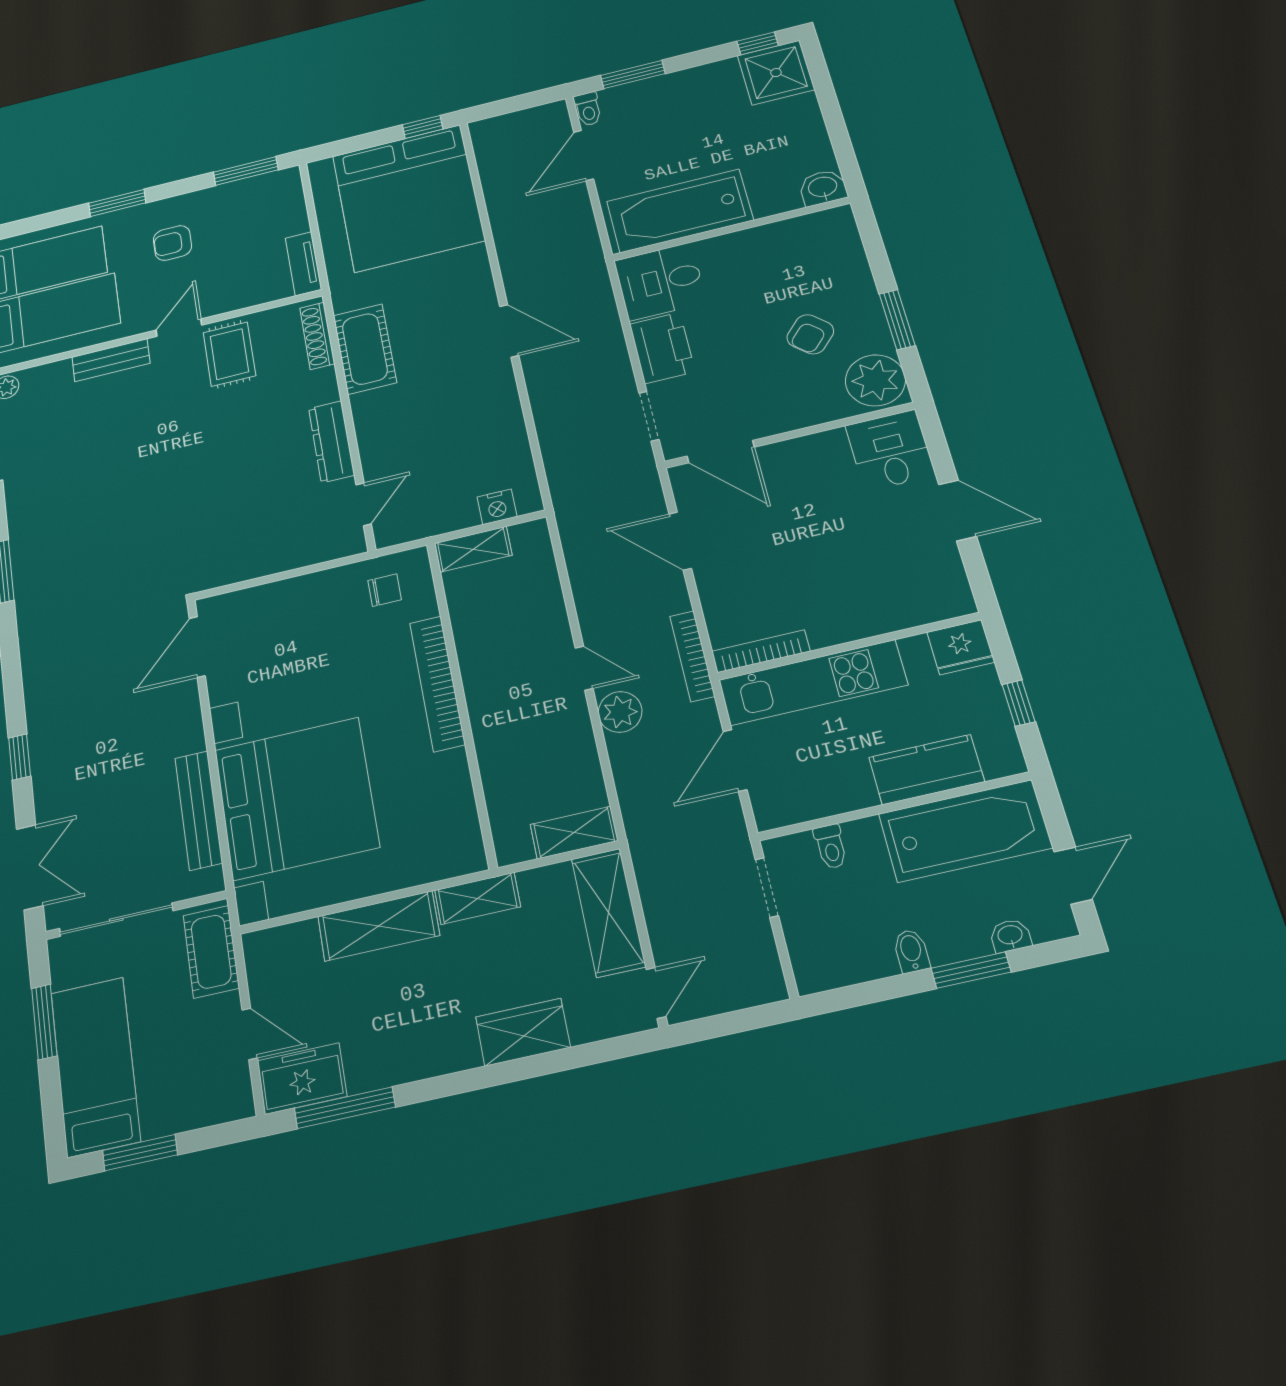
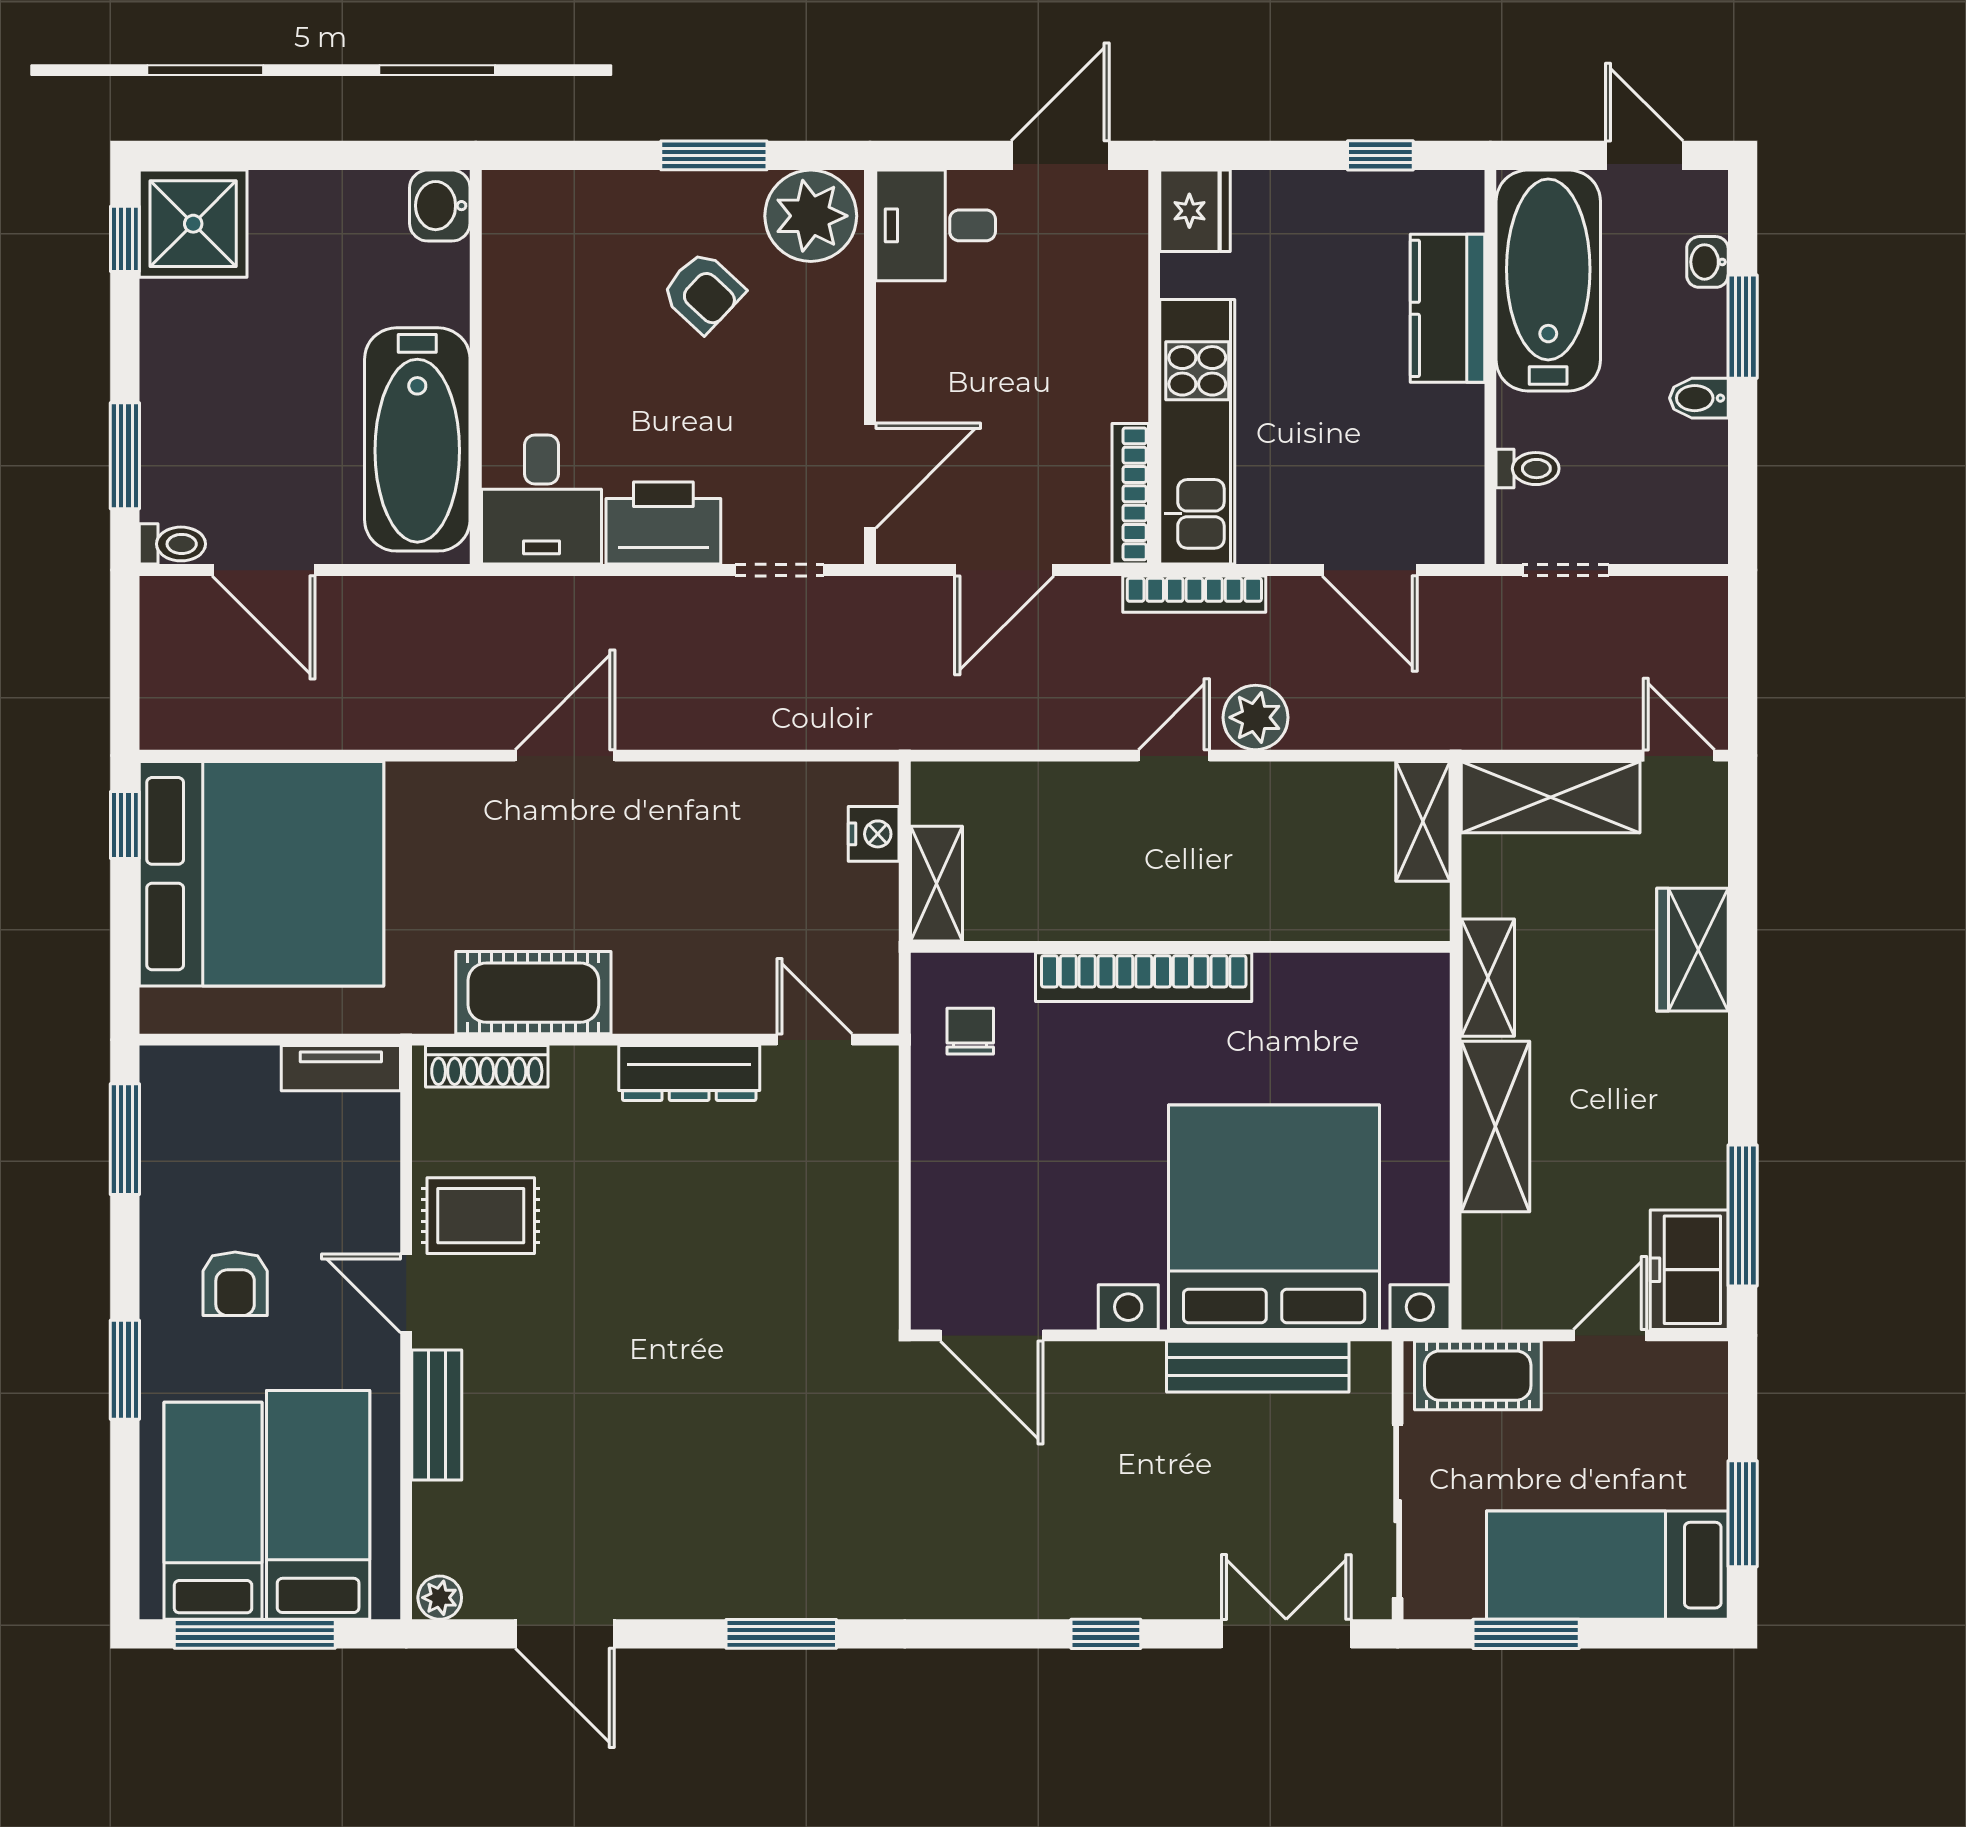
wall: (849, 646) -> (1154, 367), moved
fridge: (961, 647) -> (1195, 211), moved
bookcase: (761, 651) -> (1130, 494), moved
kitchen unit: (813, 682) -> (1197, 432), moved

